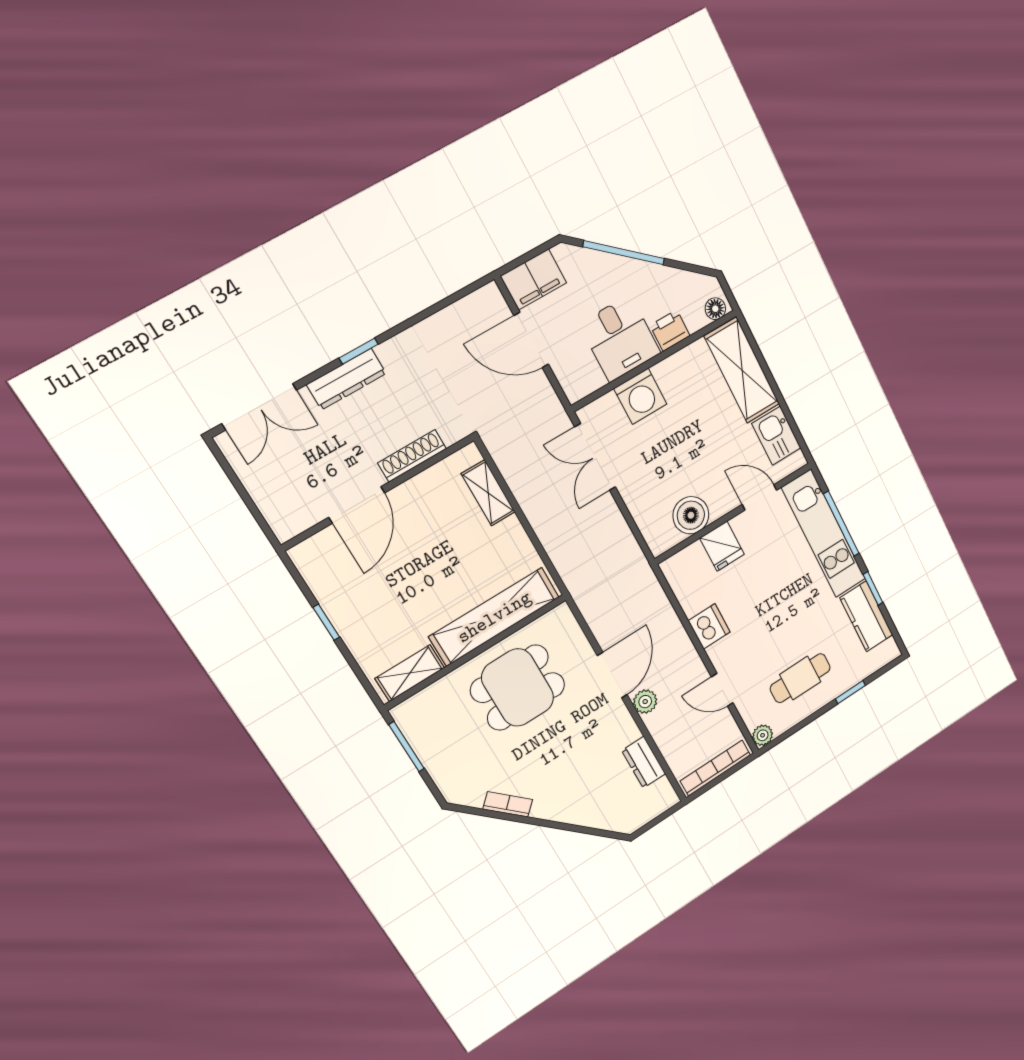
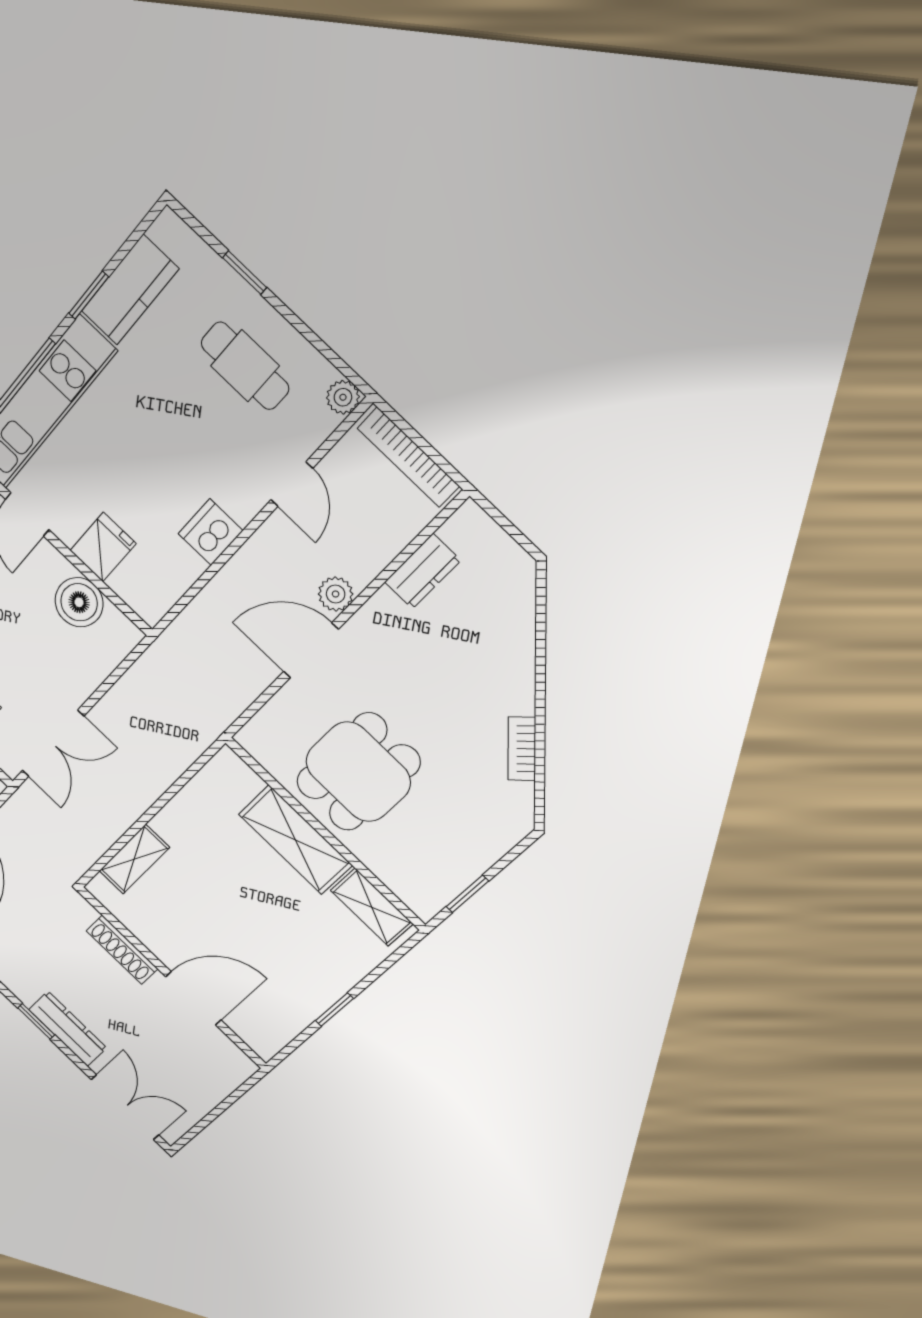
shelving: (494, 617) -> (295, 840), width x0.68
dining table: (518, 688) -> (358, 772), turned 90
window: (406, 747) -> (467, 894), width x0.67

